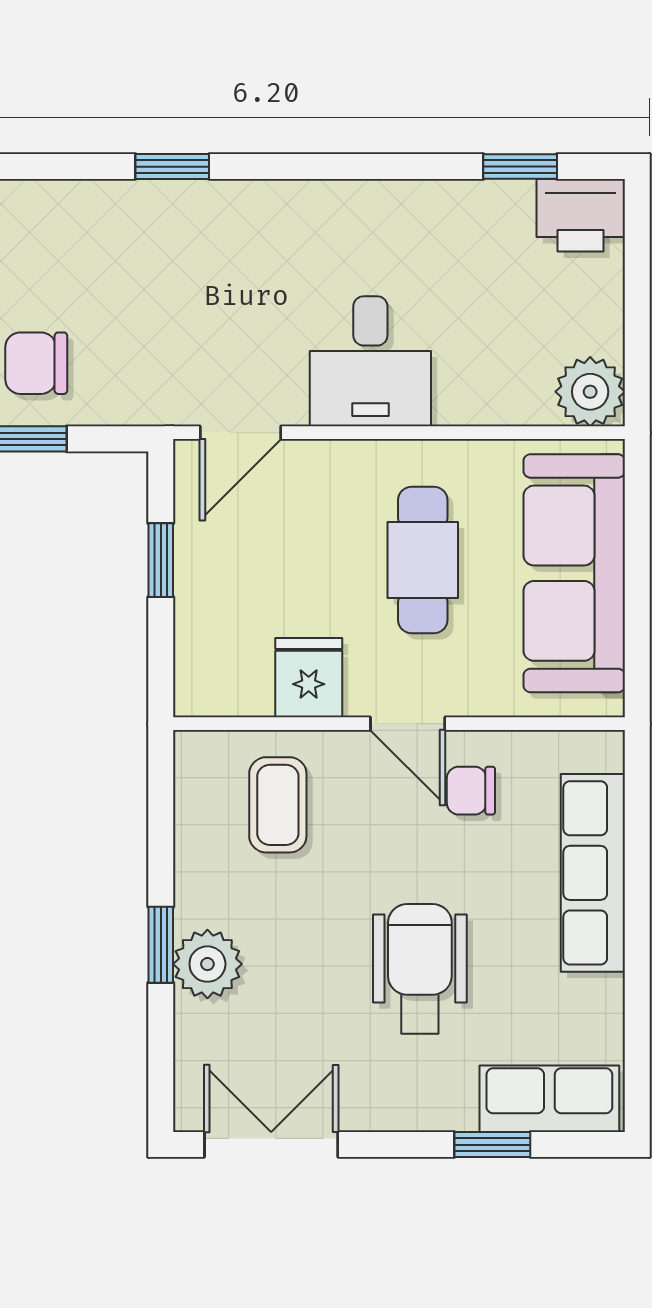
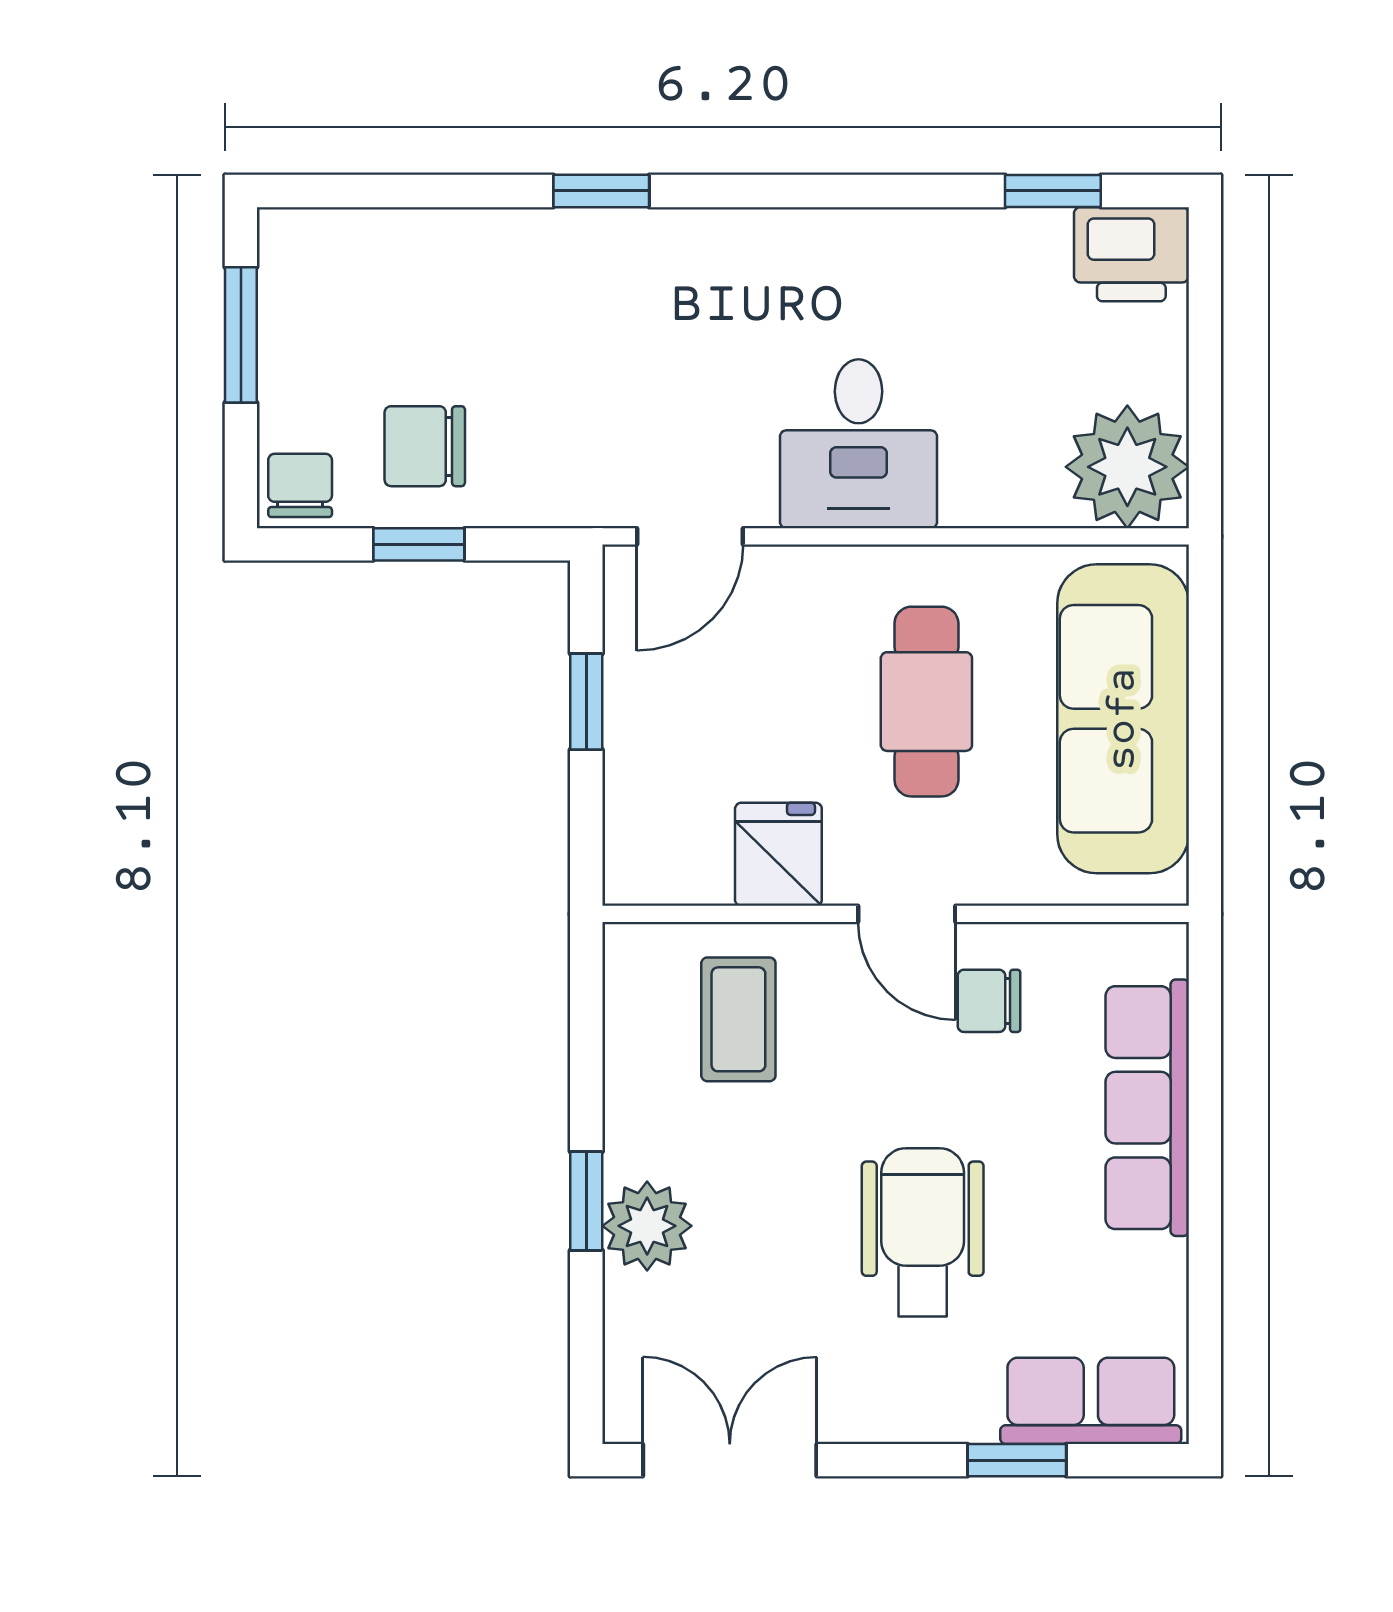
plant: (590, 392) -> (1127, 467), width x1.36, depth x1.36

